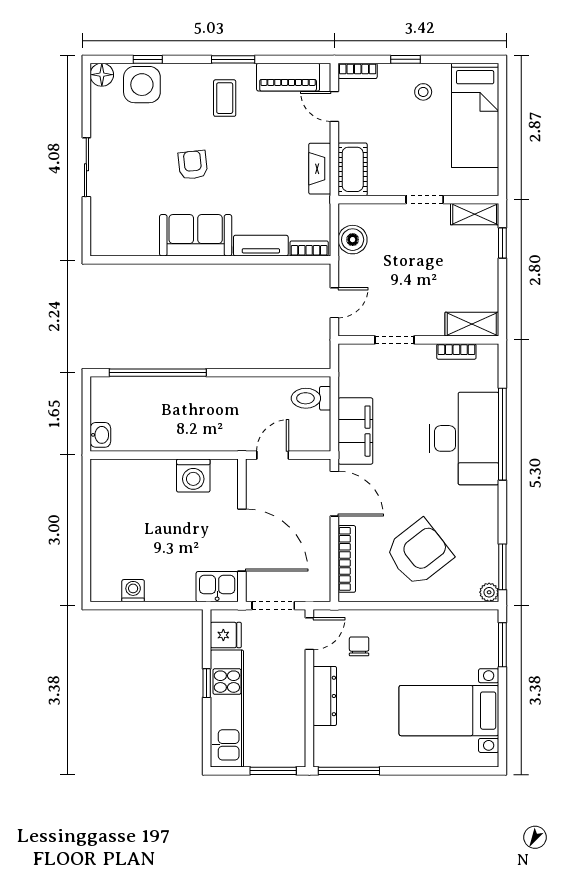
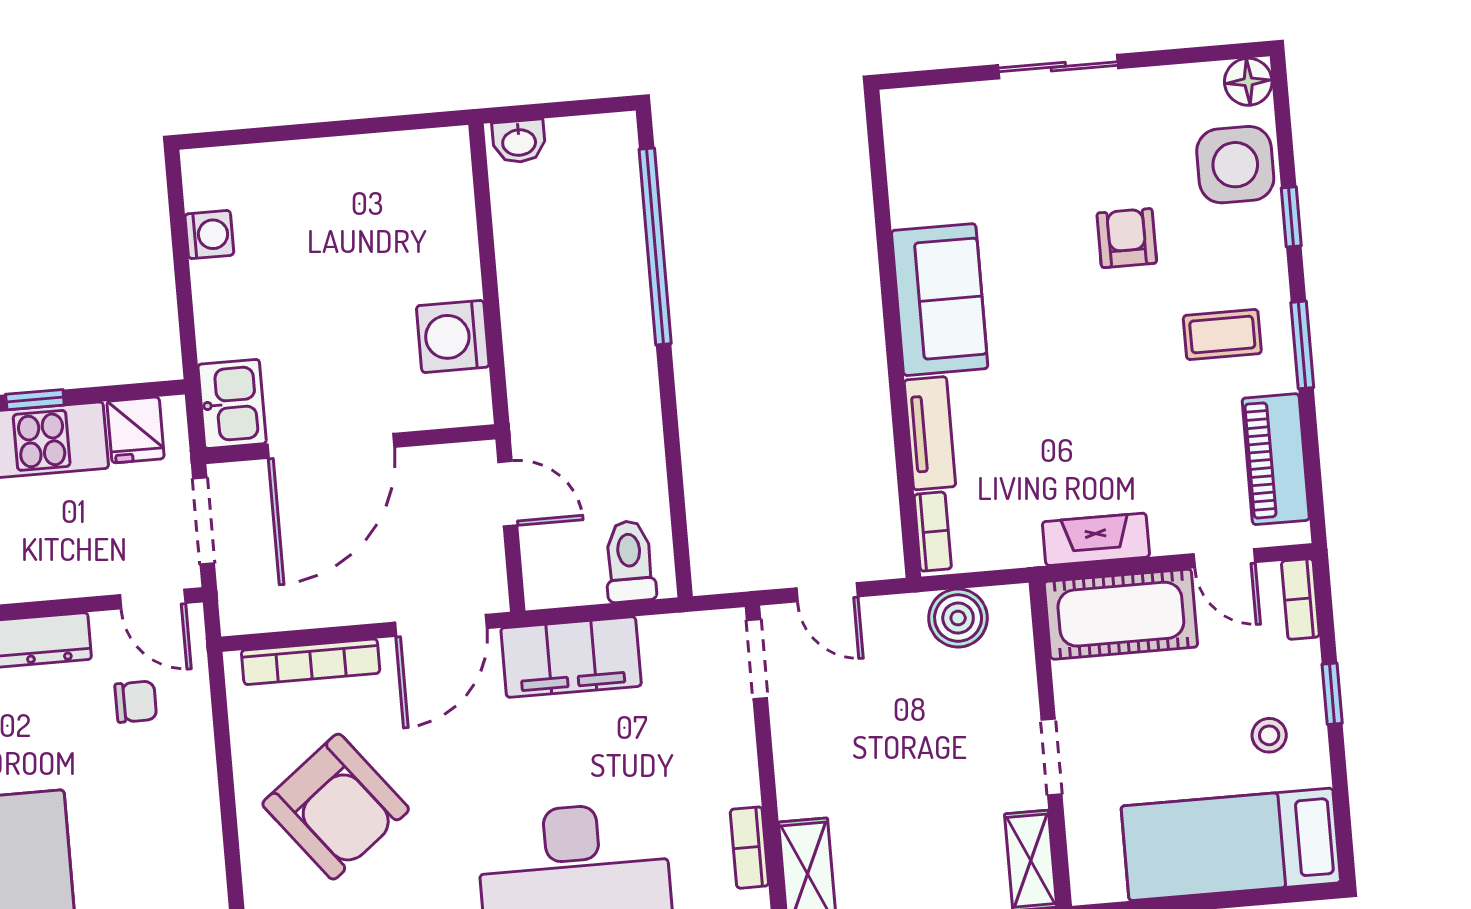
window: (148, 59) -> (1291, 217), moved
door: (334, 106) -> (1224, 558), swing flipped
armchair: (193, 165) -> (1127, 238), moved, turned -84
cot: (353, 169) -> (1121, 614), width x1.37, depth x1.34
doorway: (394, 340) -> (757, 659), moved

